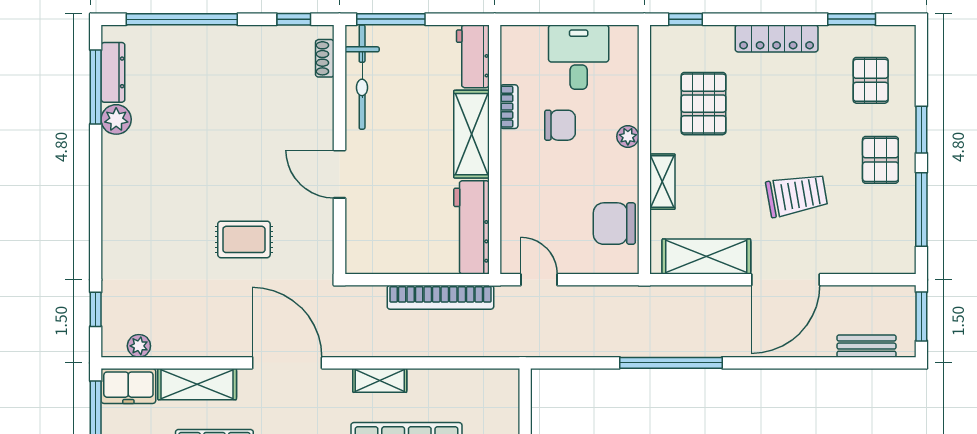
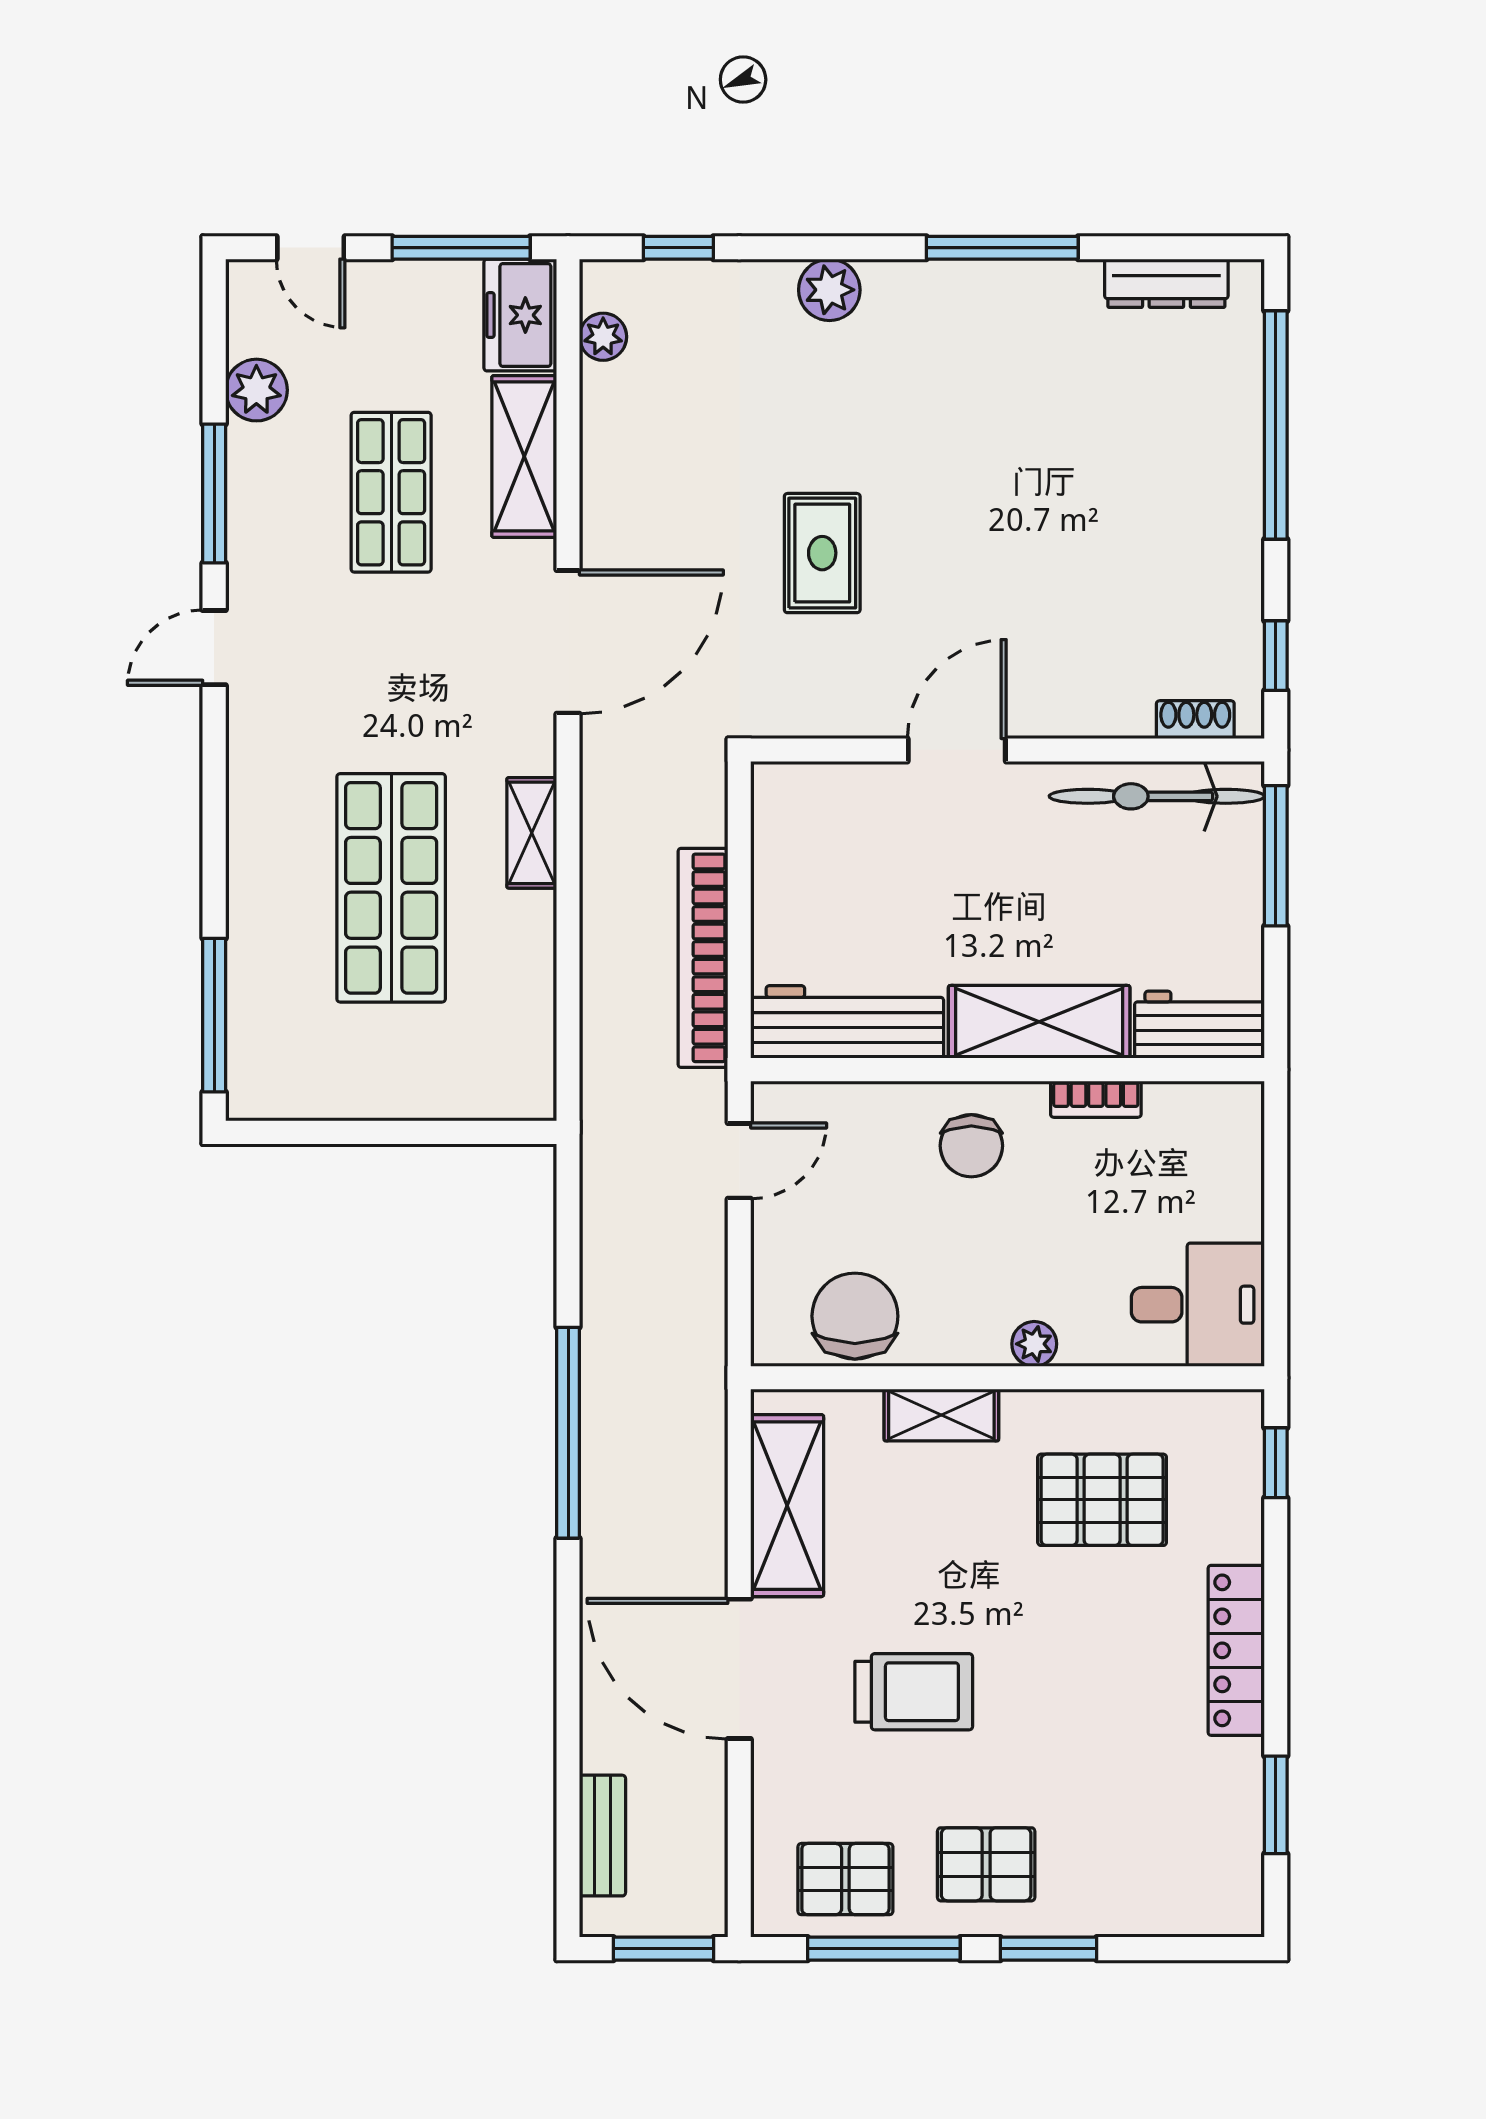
desk: (579, 57) -> (1198, 1305), moved
pallet: (871, 80) -> (845, 1879), moved
window: (96, 87) -> (1002, 248), moved
plant: (116, 119) -> (829, 290), moved
chair: (560, 125) -> (971, 1146), moved
trolley: (797, 195) -> (914, 1692), turned -80

